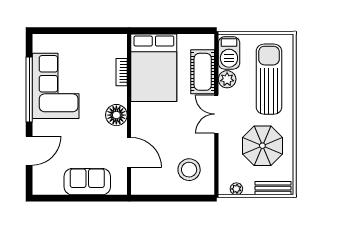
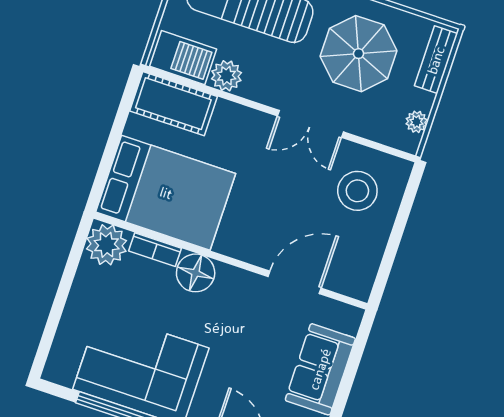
plant: (116, 45) -> (107, 245), added
cot: (203, 72) -> (173, 104), moved
double door: (216, 114) -> (310, 124), moved
floor lamp: (116, 115) -> (196, 273), moved

